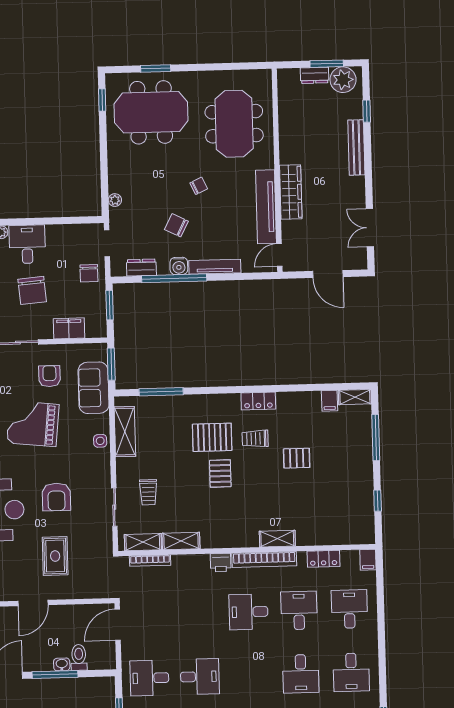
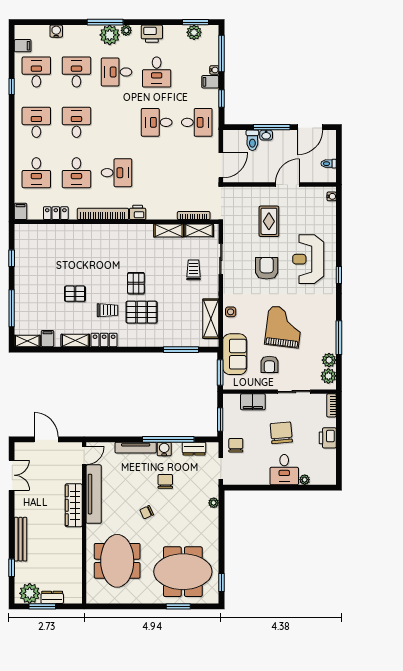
chair: (176, 225) -> (165, 481), turned -117
grand piano: (33, 424) -> (284, 327), turned -89
shelving: (277, 539) -> (75, 340), moved

